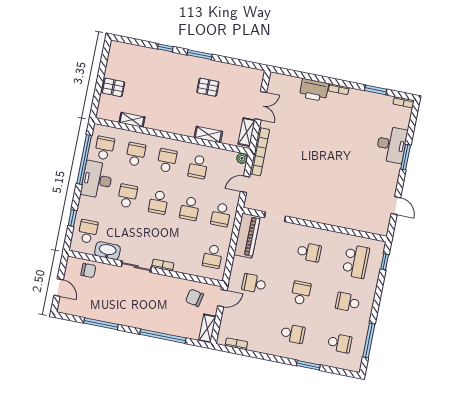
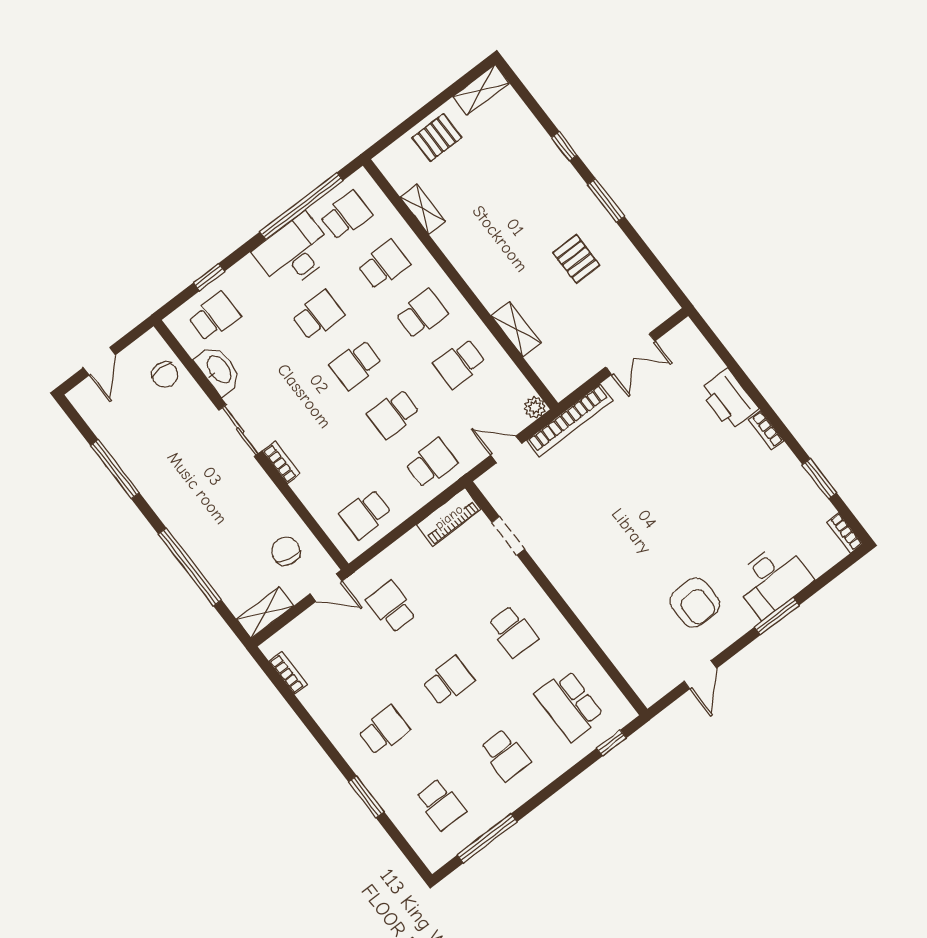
pallet: (113, 87) -> (437, 137), turned 90
shelving: (247, 132) -> (481, 90), moved
armchair: (369, 180) -> (695, 603), added
school desk: (221, 215) -> (431, 463), turned 180
piano: (247, 236) -> (449, 517), width x0.73, depth x0.75
school desk: (356, 261) -> (570, 705), turned 90
school desk: (348, 302) -> (505, 755), turned 180
school desk: (293, 334) -> (384, 730), turned -90

